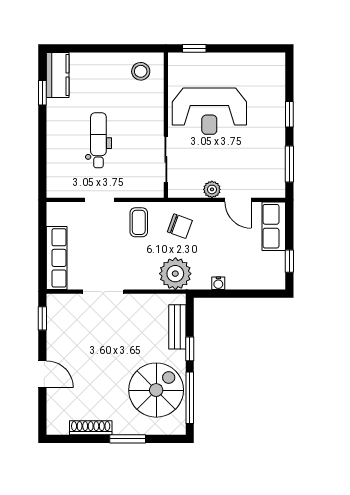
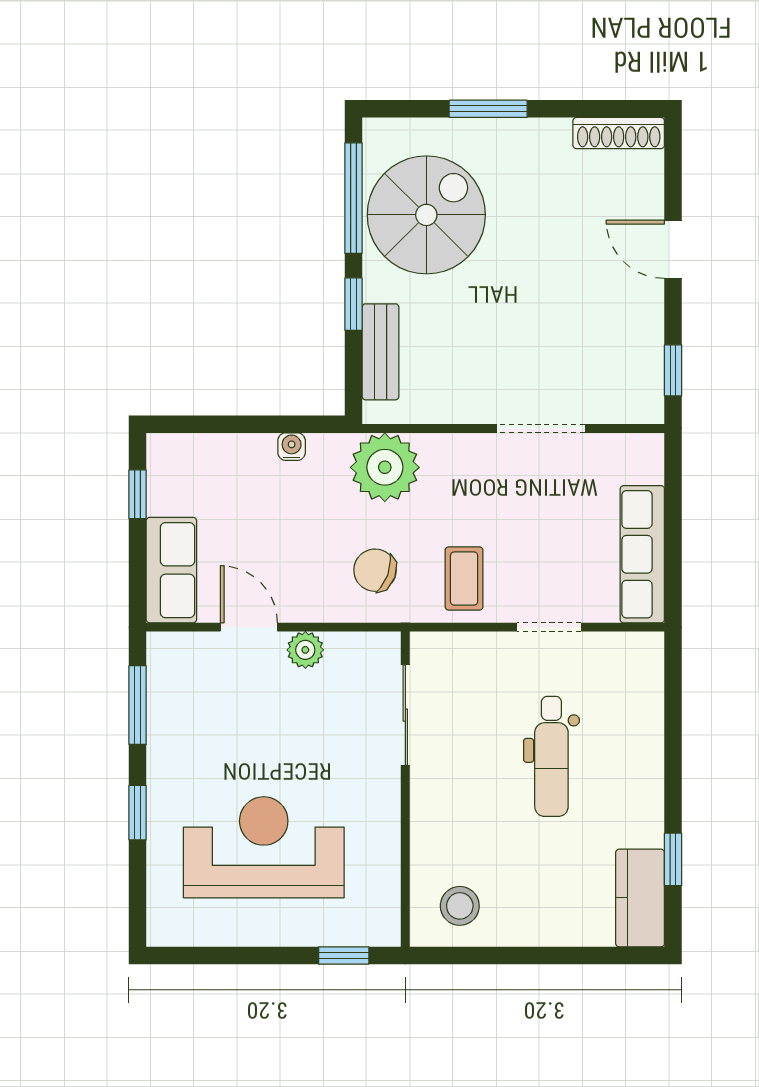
reception desk: (209, 111) -> (264, 847), moved
row of seats: (57, 258) -> (642, 554), moved
spiral stairs: (156, 390) -> (426, 215), turned 180
shoe rack: (91, 428) -> (619, 133), moved

